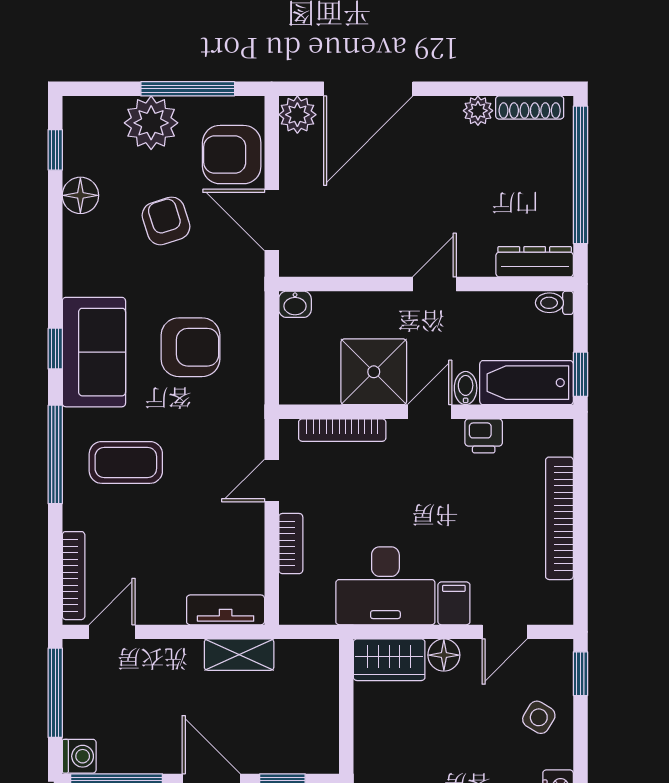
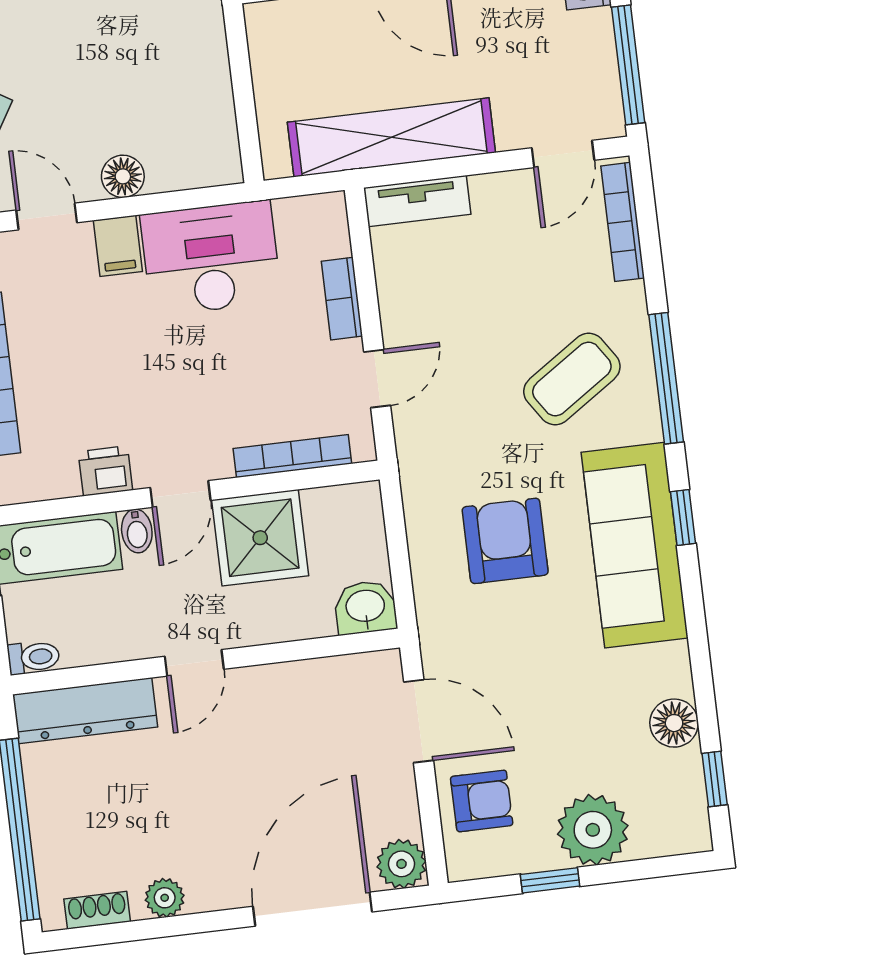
window: (188, 89) -> (550, 880), width x0.46
shoe rack: (530, 107) -> (97, 910), width x0.70
armchair: (232, 155) -> (482, 801), width x0.72, depth x0.72
armchair: (166, 221) -> (558, 703), removed
dresser: (535, 262) -> (85, 711), width x1.37, depth x1.24
washbasin: (295, 304) -> (365, 607), width x1.38, depth x1.45
armchair: (190, 347) -> (505, 541), turned 90
sofa: (94, 352) -> (635, 545), width x1.36
coffee table: (126, 462) -> (572, 379), turned -34
door: (505, 632) -> (47, 216), hinge flipped
shelving: (239, 655) -> (391, 137), width x2.20, depth x1.33
wardrobe: (389, 660) -> (194, 161), removed

